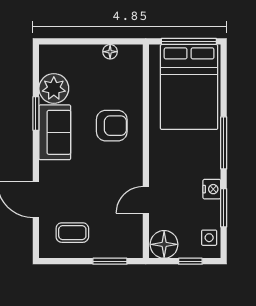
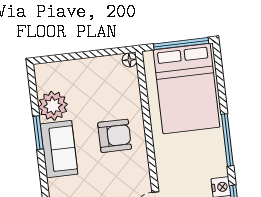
floor lamp: (110, 52) -> (130, 60), moved

